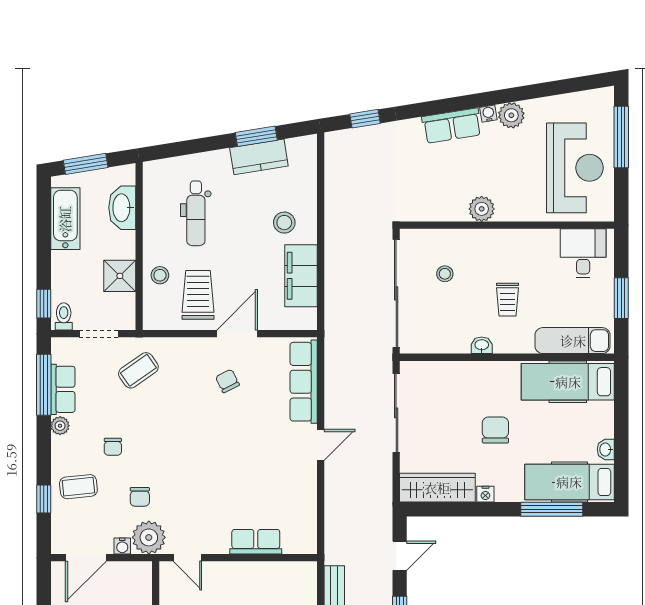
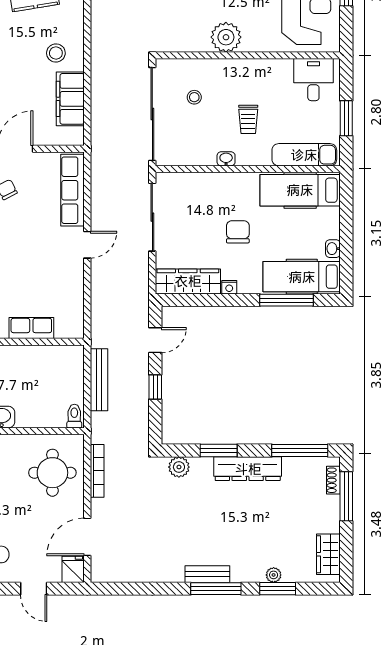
plant: (482, 209) -> (226, 37), width x1.36, depth x1.36

